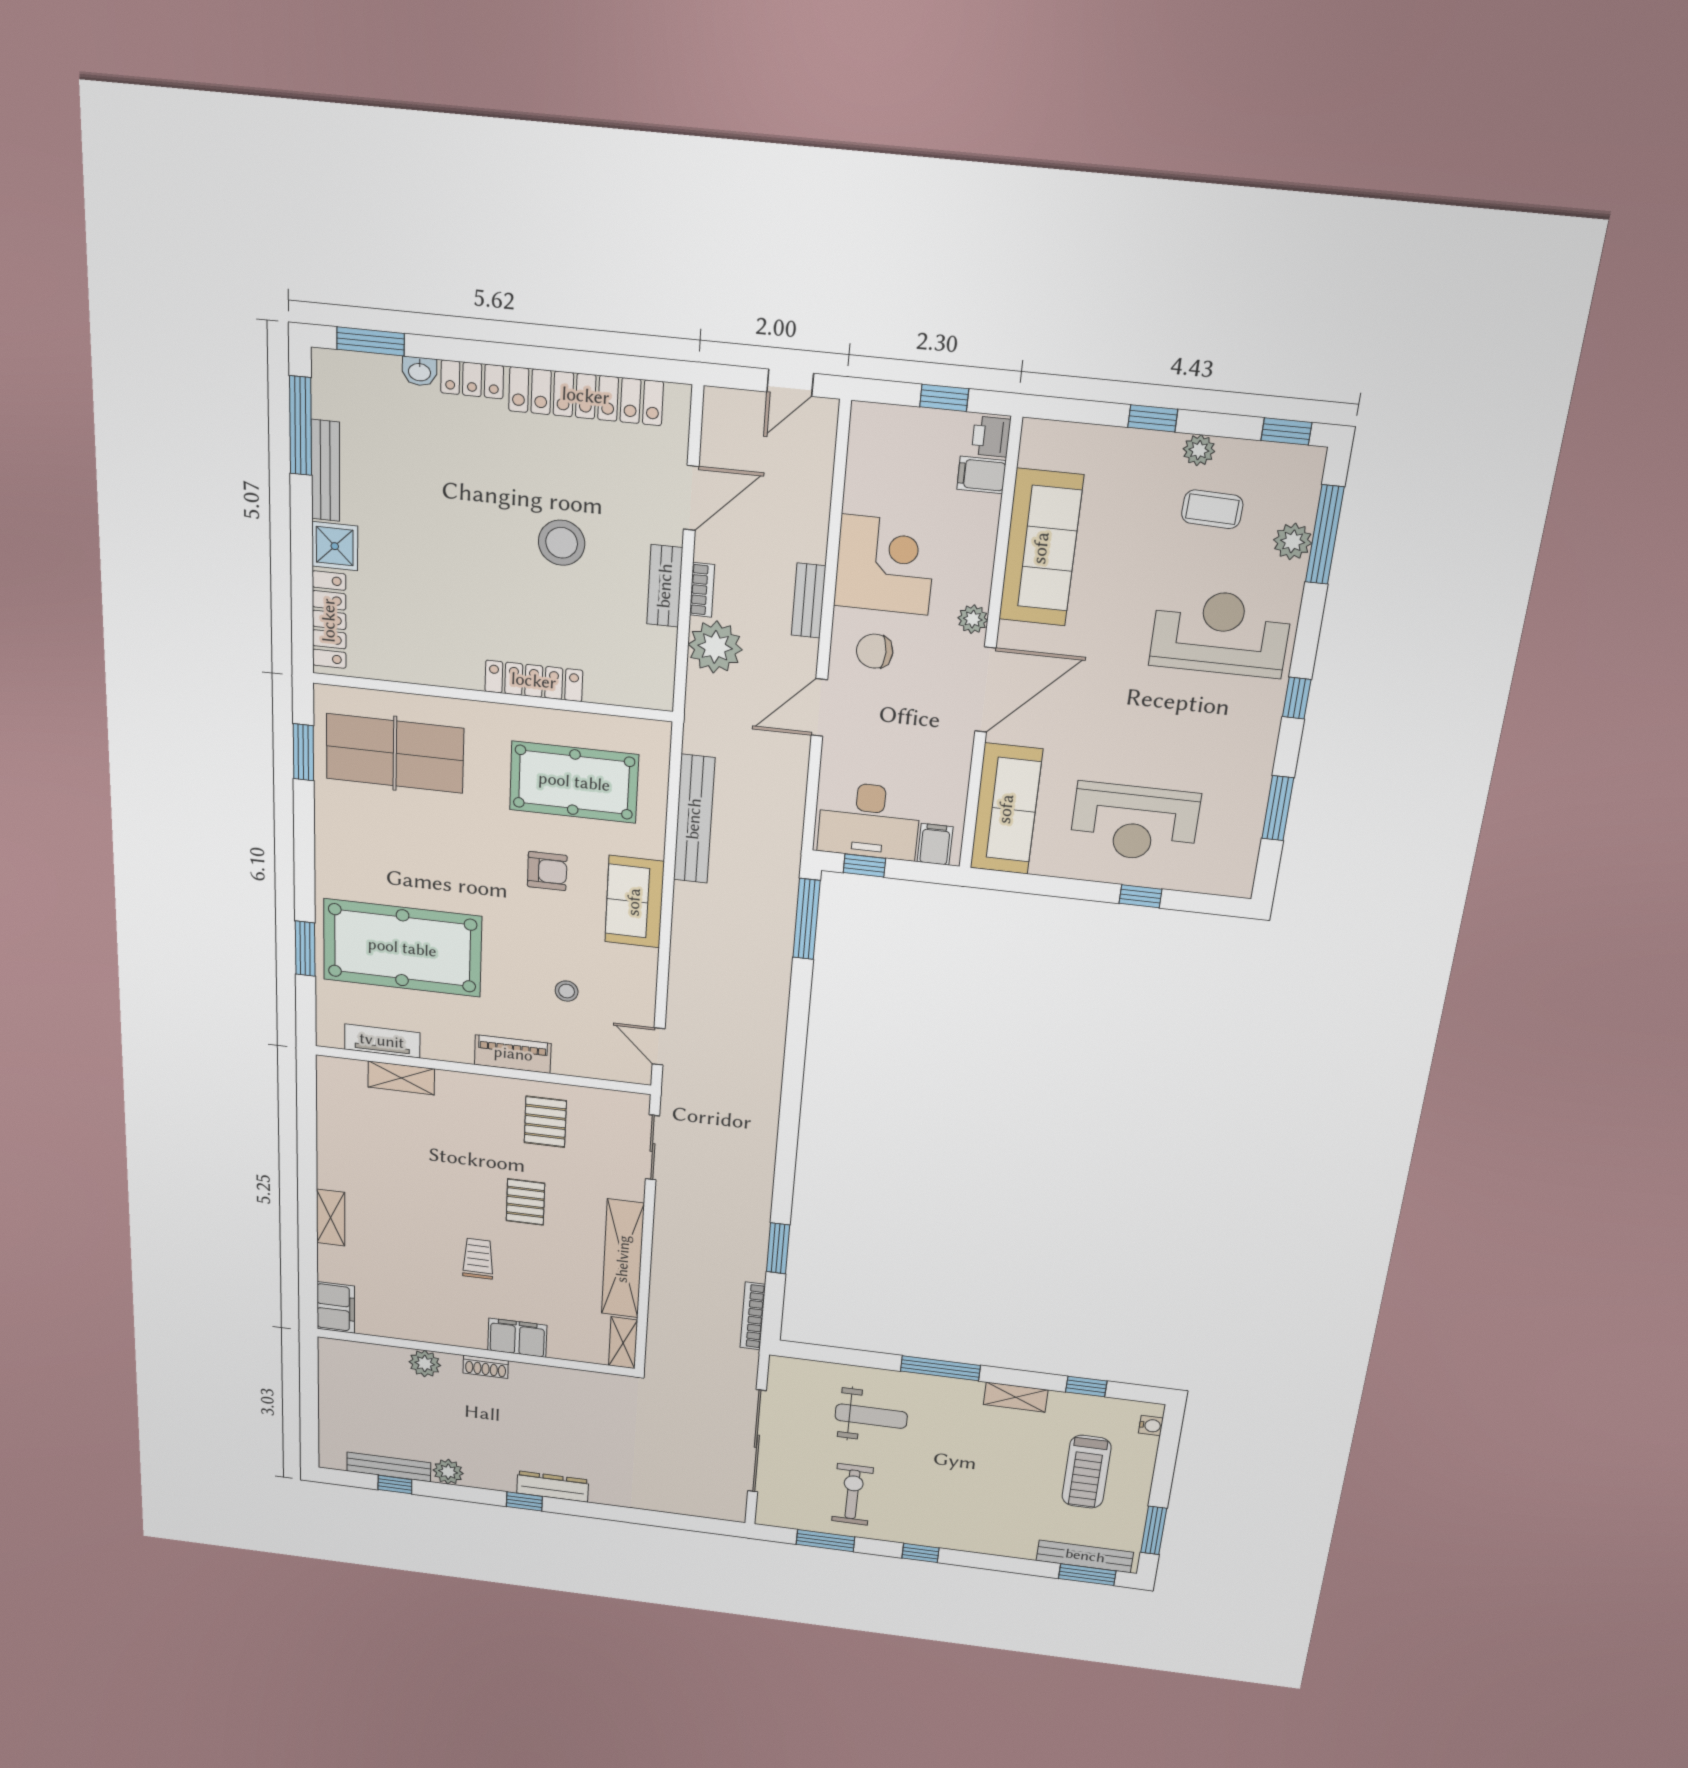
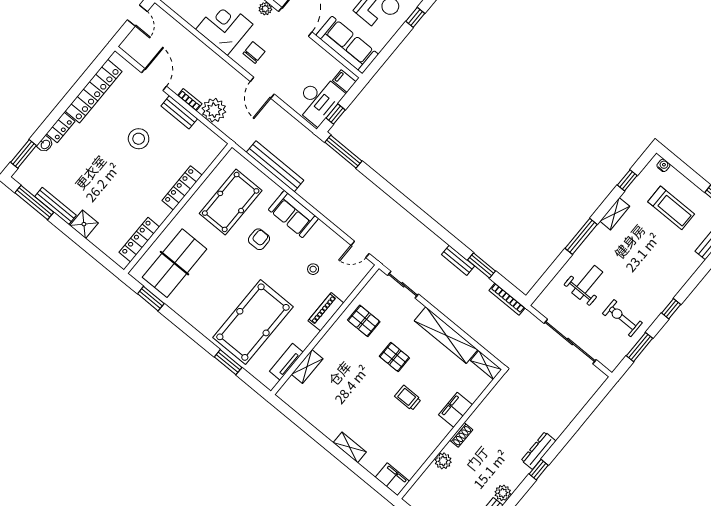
bench: (809, 601) -> (458, 260), moved
locker: (329, 620) -> (139, 240), moved, turned -90
chair: (875, 651) -> (254, 52), turned 180

